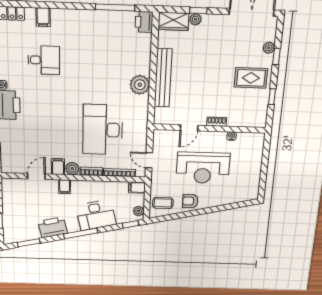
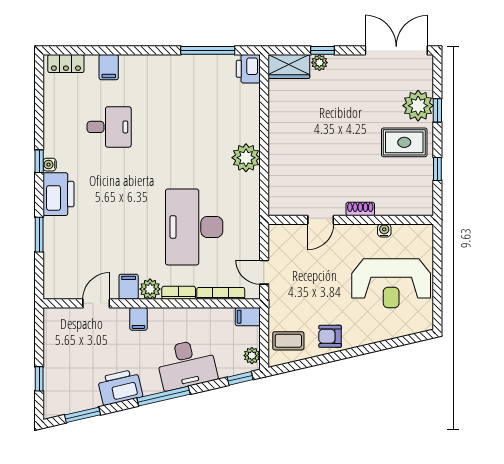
plant: (269, 48) -> (418, 106), width x1.88, depth x1.88
bench: (163, 78) -> (279, 147), removed
reception desk: (203, 168) -> (391, 283), moved

